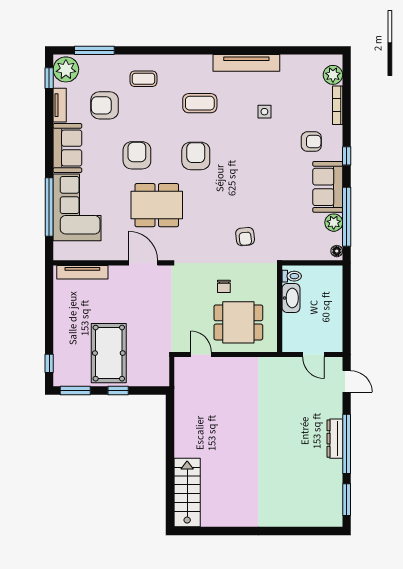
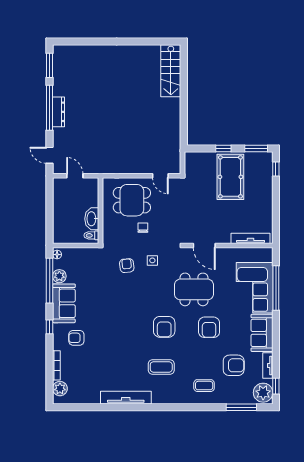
side table: (264, 112) -> (152, 260), moved

